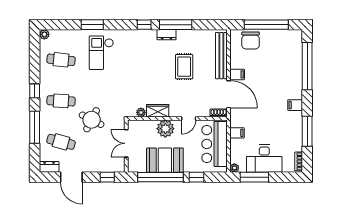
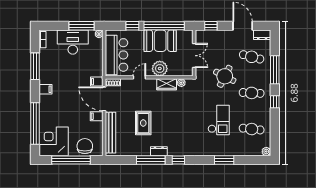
corner desk: (286, 46) -> (54, 141), added
checkout: (101, 53) -> (219, 120), moved
filing cabinet: (237, 133) -> (97, 82), moved

